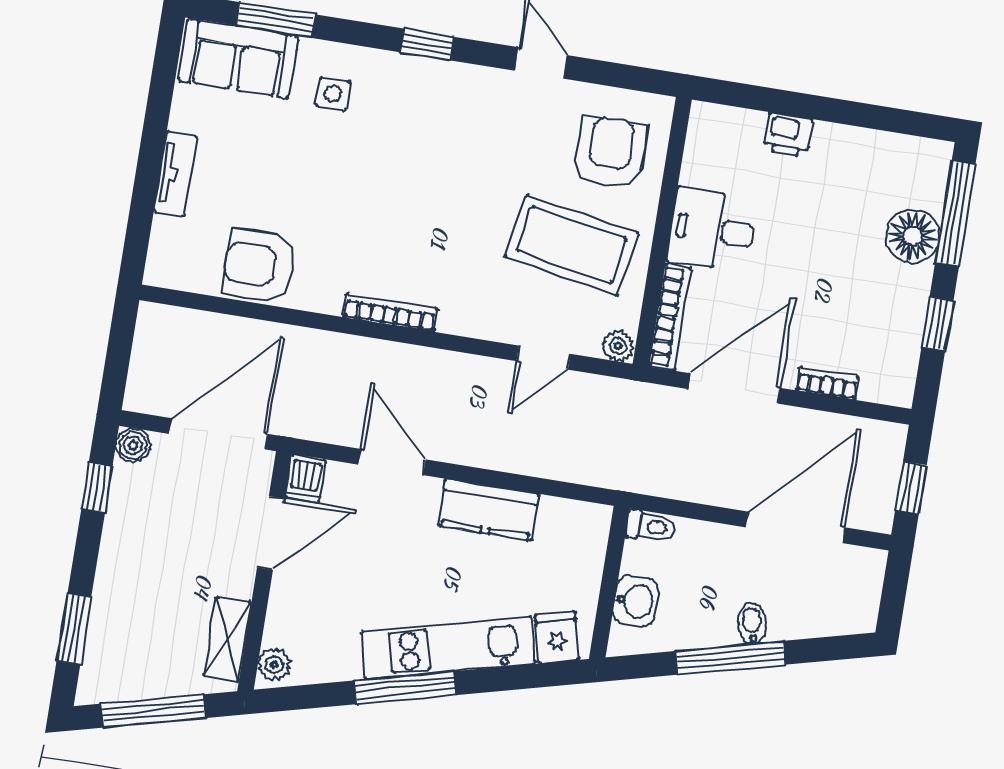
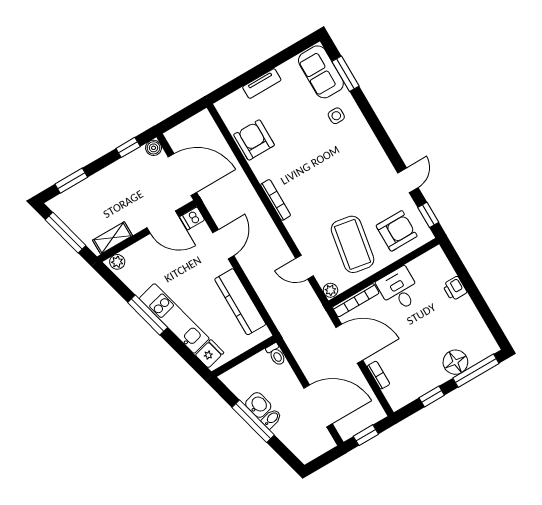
window: (427, 45) -> (428, 215), moved
kitchen counter: (488, 510) -> (240, 302), width x1.50
washbasin: (636, 601) -> (258, 405), moved, turned -104

